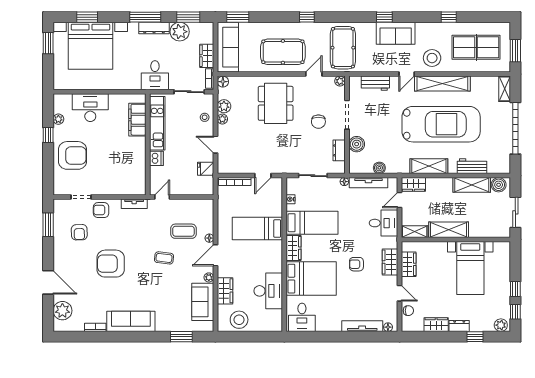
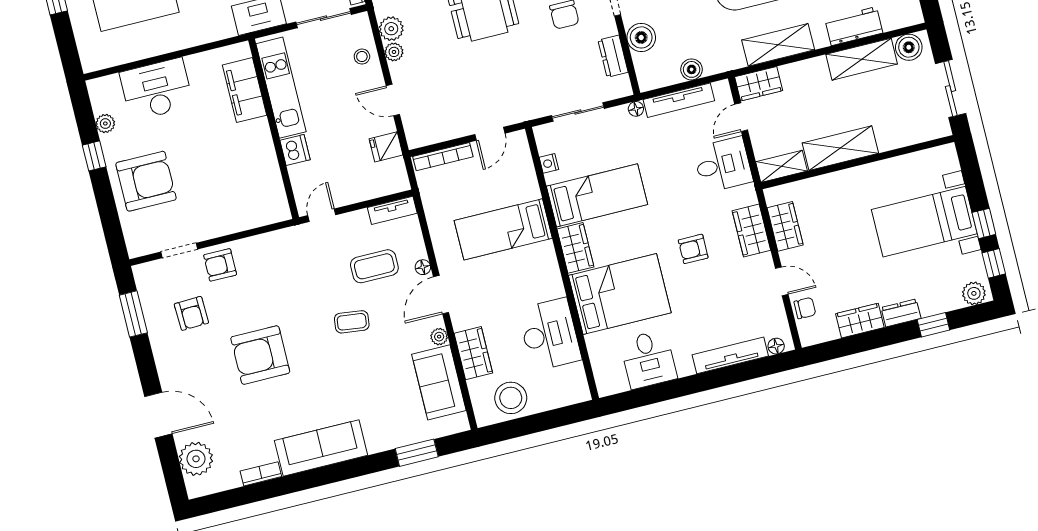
tv unit: (134, 204) -> (392, 210), moved
bed with nightstands: (470, 268) -> (924, 222), moved, turned 90
desk: (302, 317) -> (648, 359), moved

